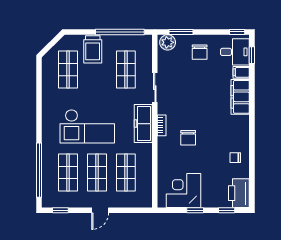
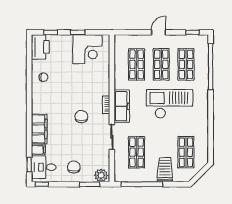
chair: (188, 138) -> (81, 117), moved

